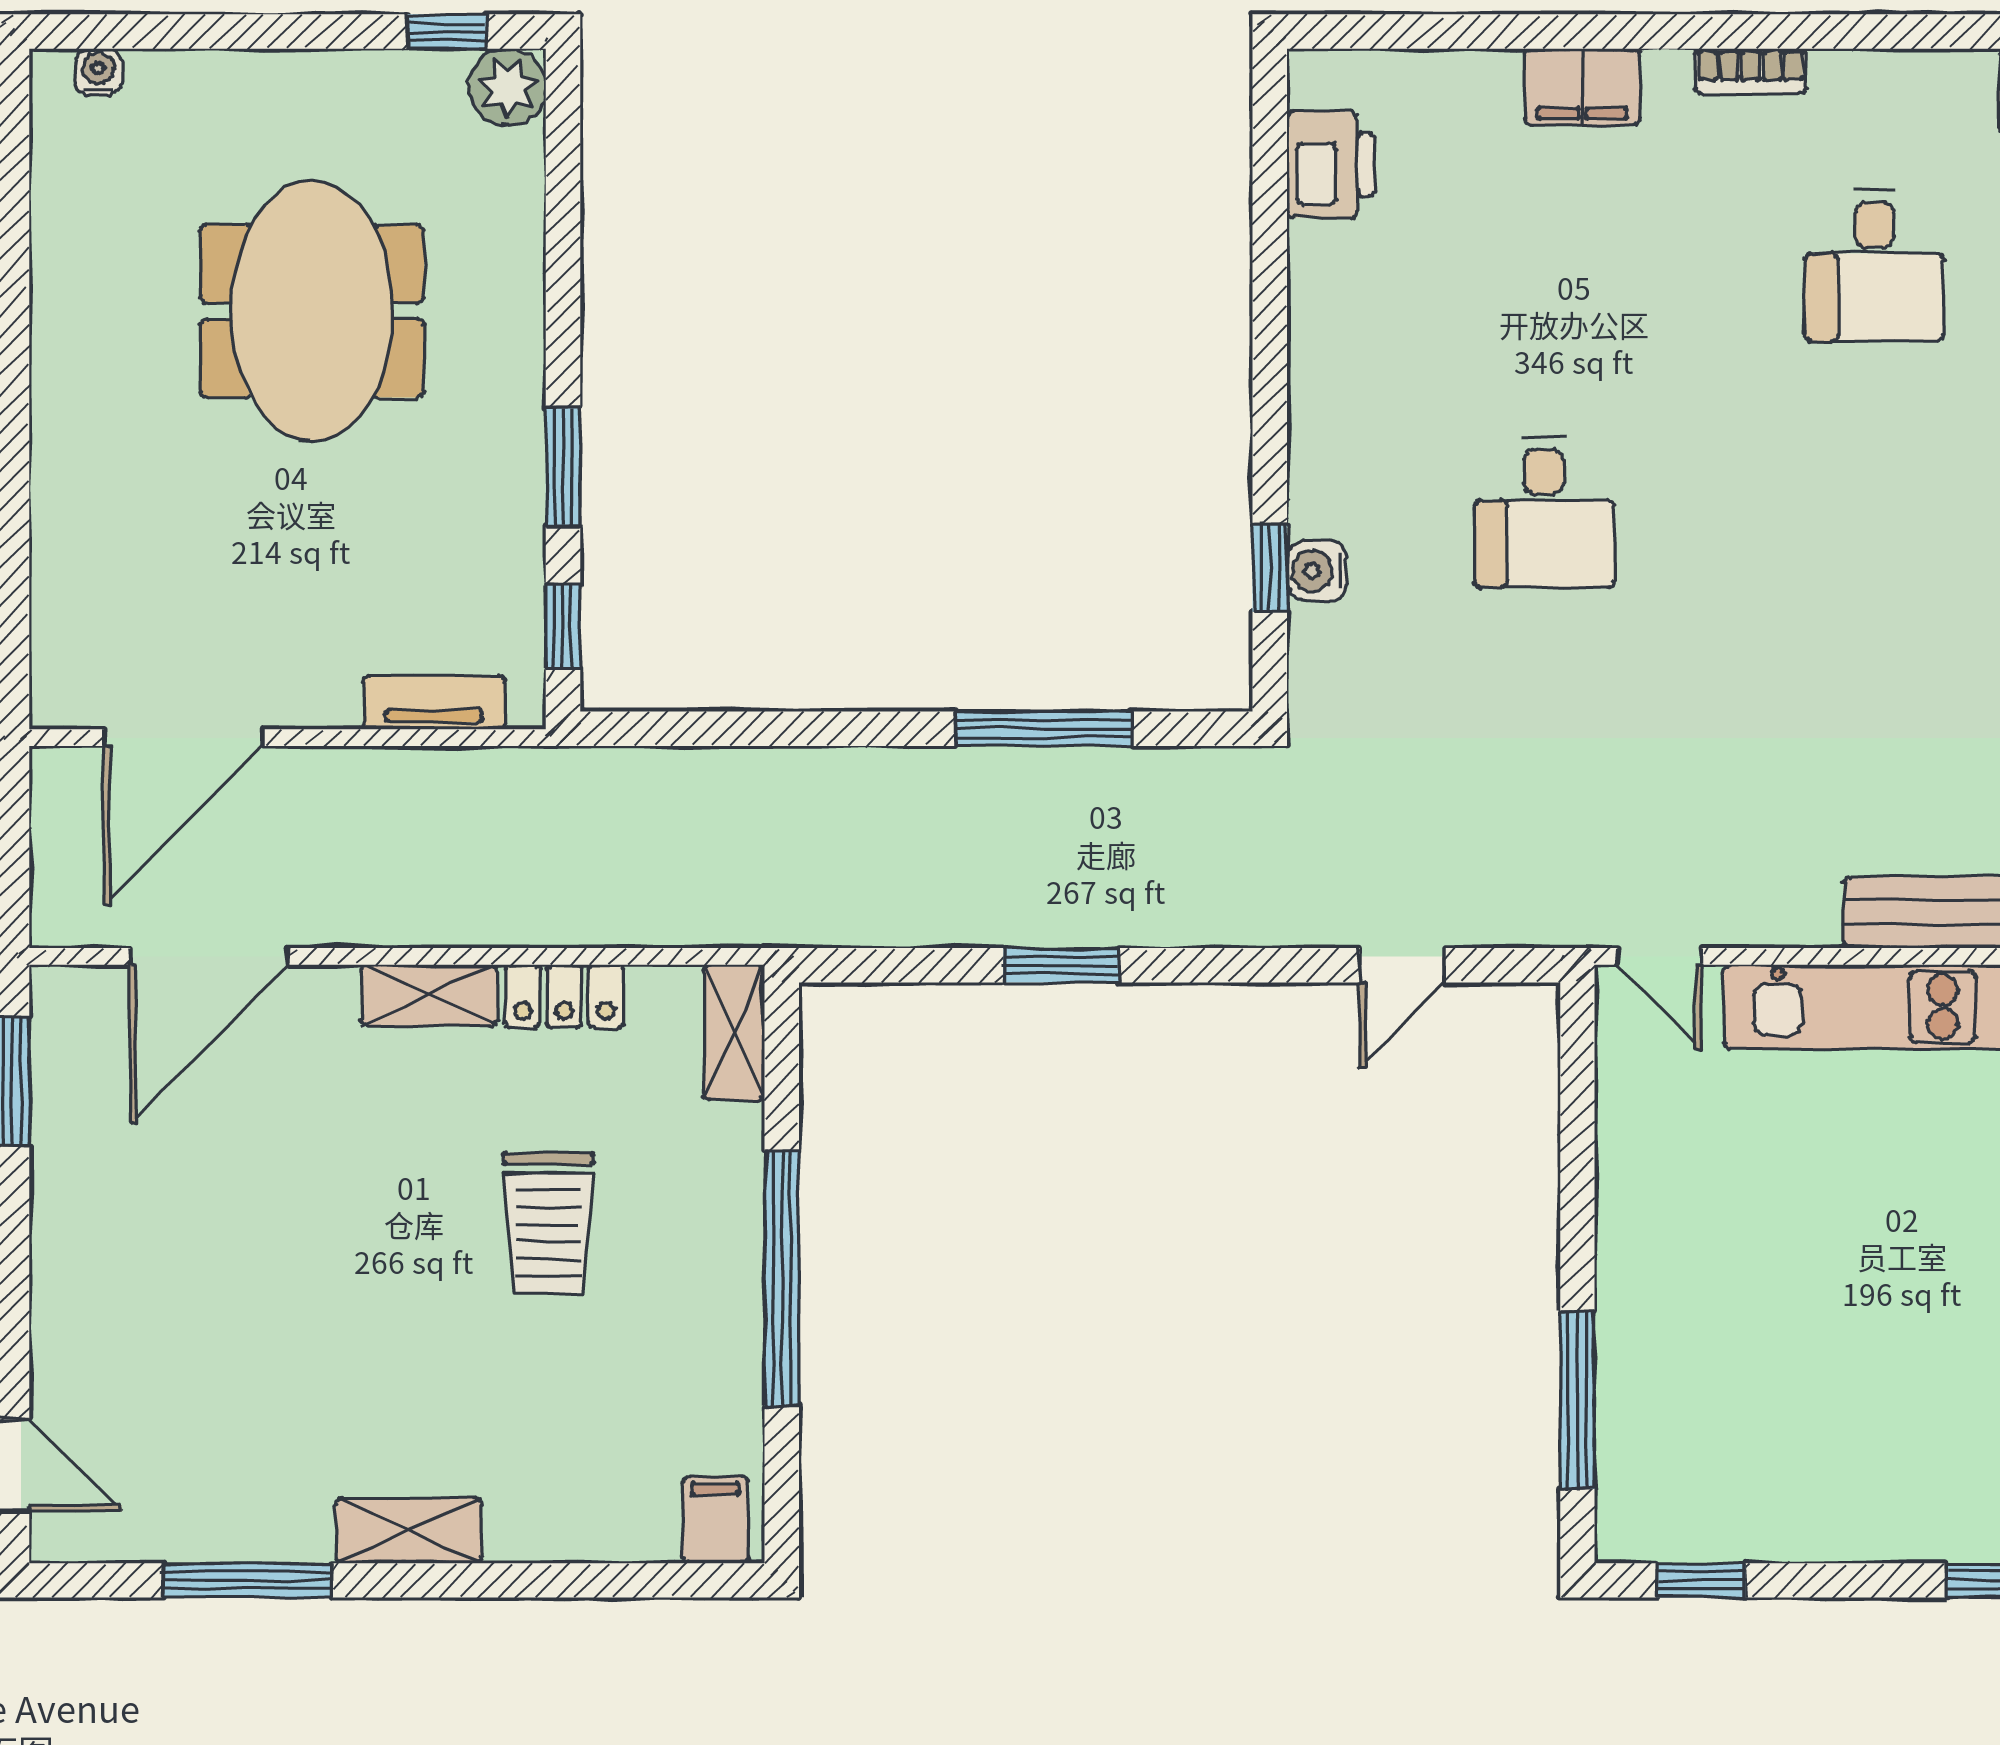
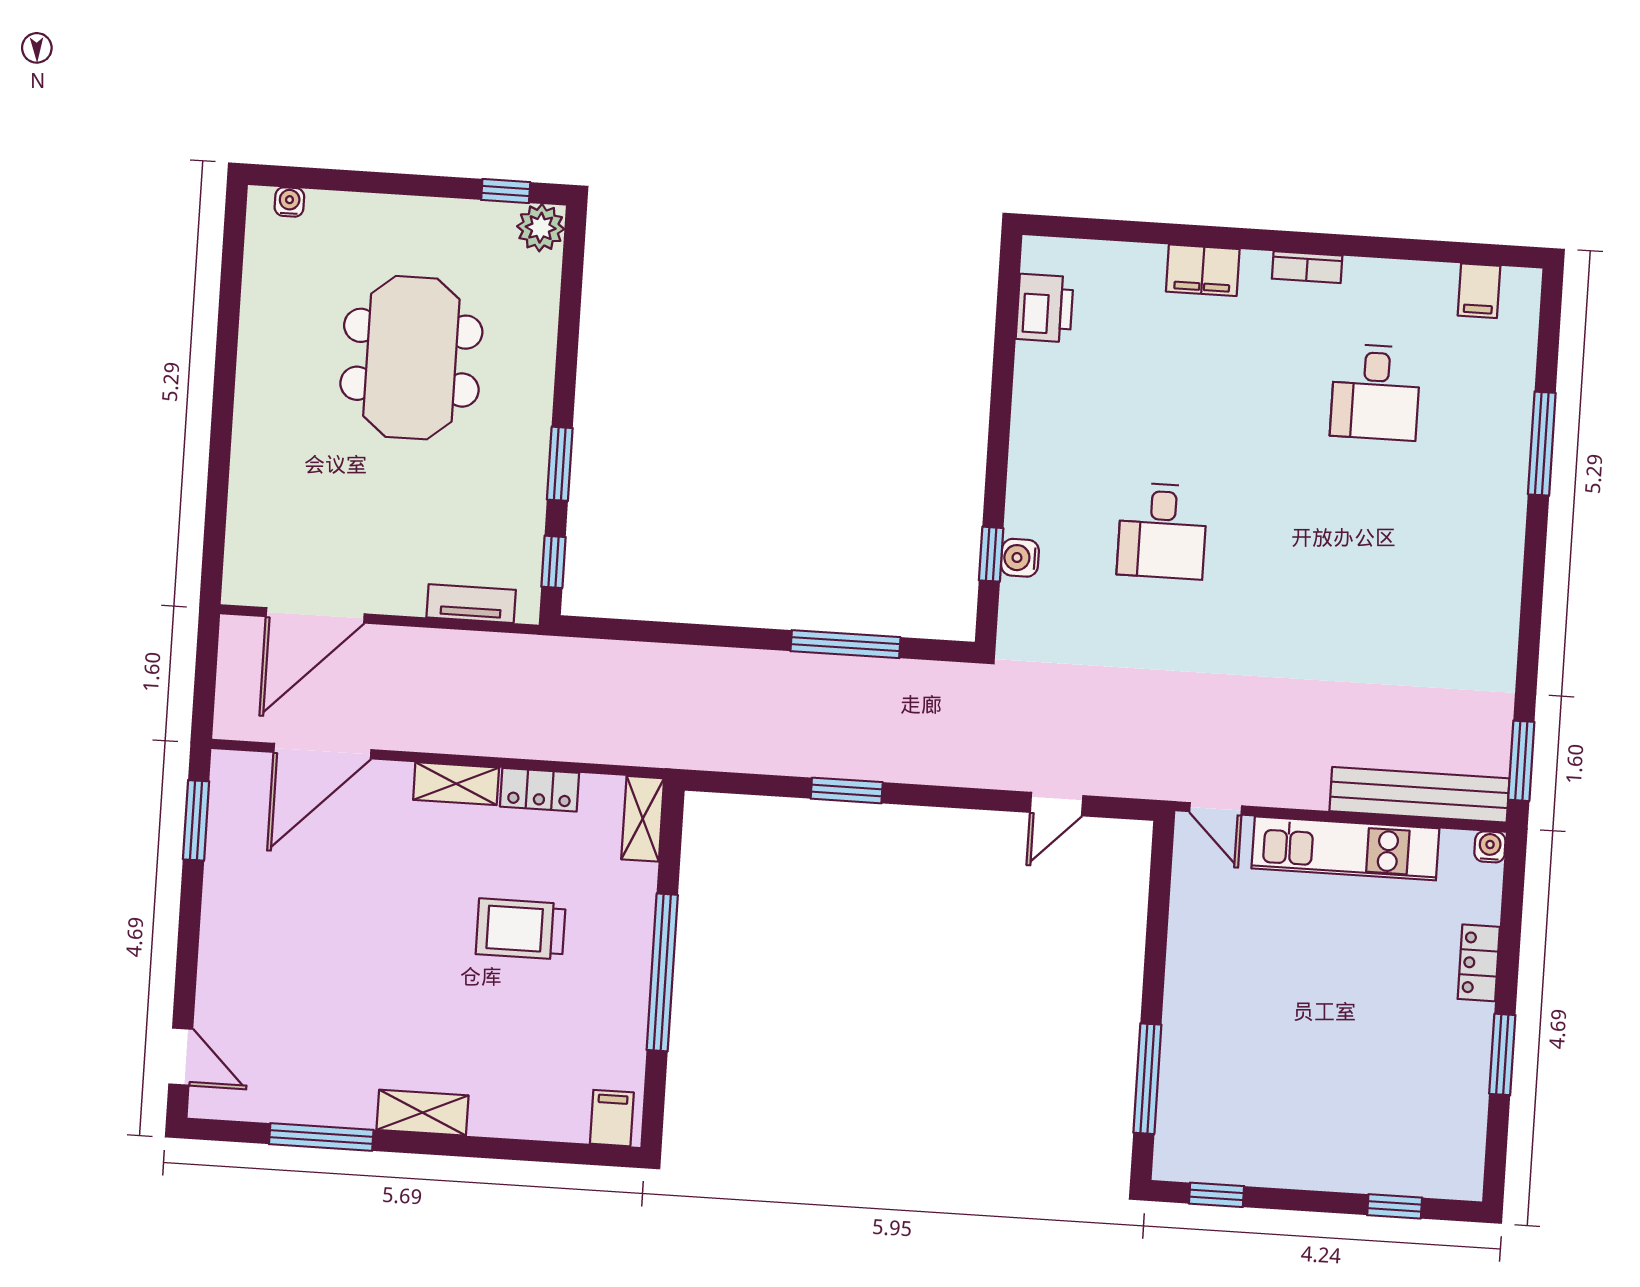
trolley: (548, 1223) -> (521, 929), turned 90

